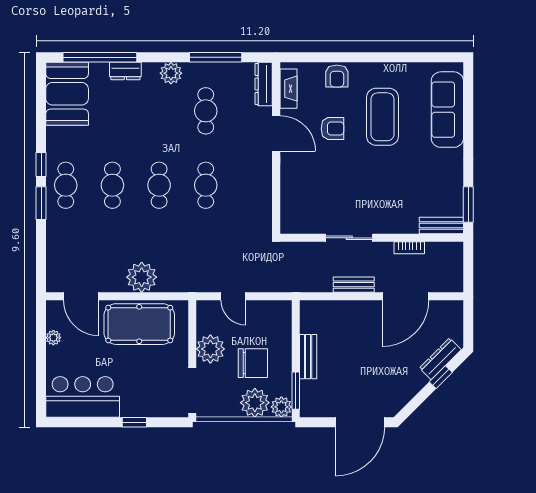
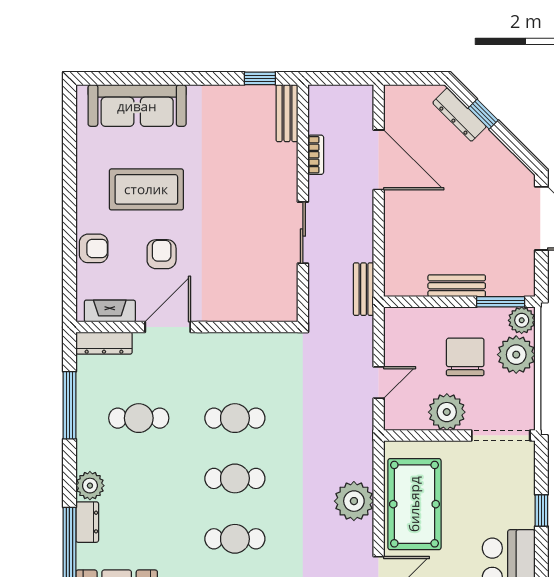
plant: (171, 73) -> (90, 486), moved
window: (468, 205) -> (260, 78), width x0.67
bench: (354, 285) -> (364, 289), moved

